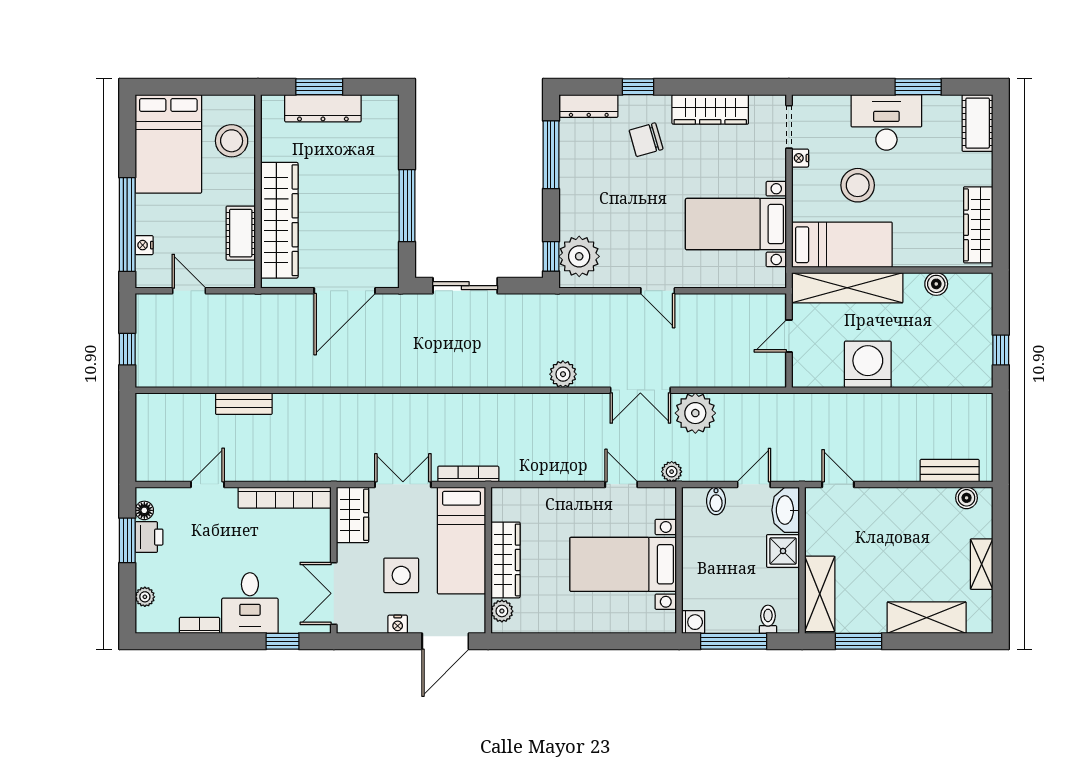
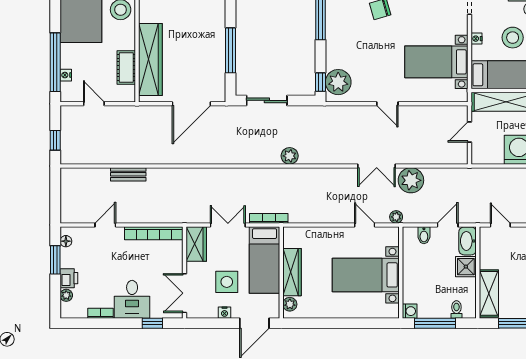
nightstand: (800, 158) -> (477, 39), moved
plant: (563, 374) -> (290, 156), moved
printer: (149, 537) -> (69, 278), moved

